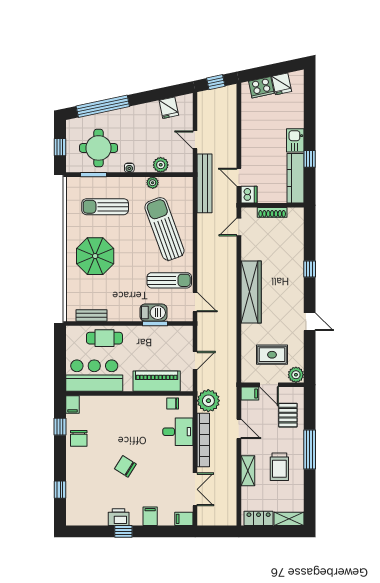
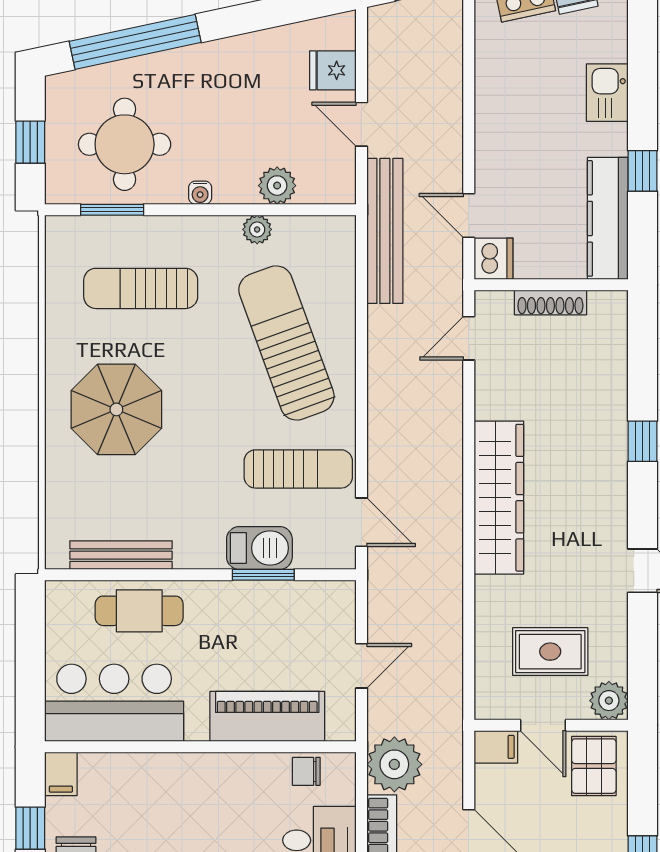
fridge: (169, 108) -> (333, 70), moved, turned 102
kitchen sink: (295, 140) -> (607, 93), moved
bench: (91, 315) -> (121, 555), width x1.36
pallet: (288, 415) -> (594, 766), moved

